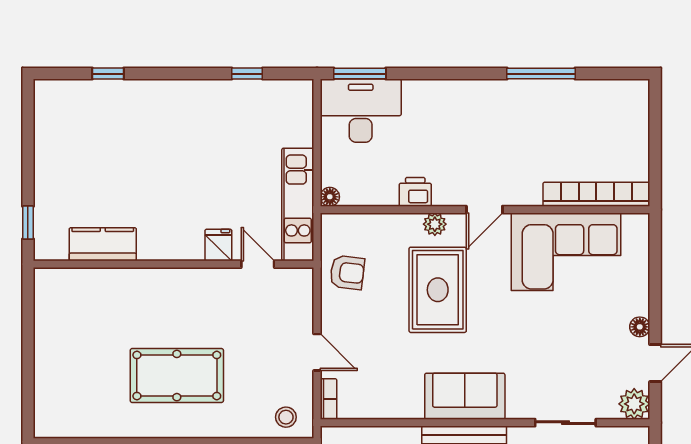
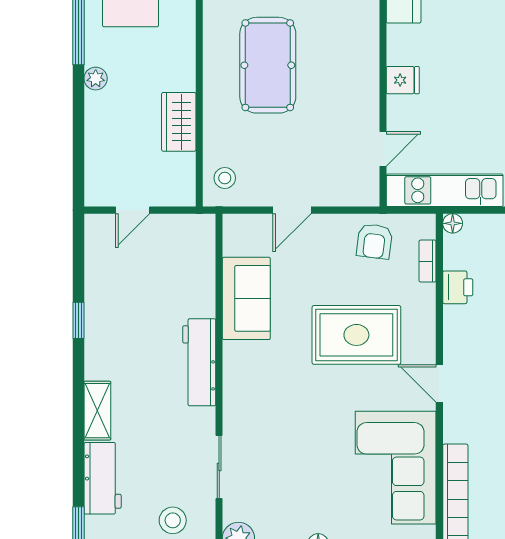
printer: (415, 192) -> (458, 287), moved
plant: (435, 224) -> (424, 332), removed
fridge: (218, 245) -> (403, 80), moved
sofa: (465, 396) -> (246, 298), moved
bookcase: (328, 399) -> (428, 261), moved, turned 90

